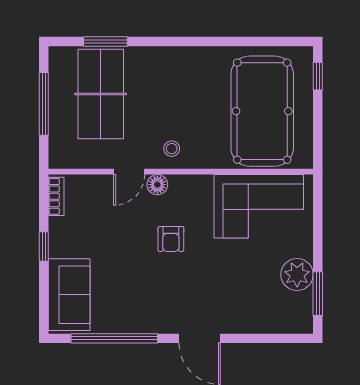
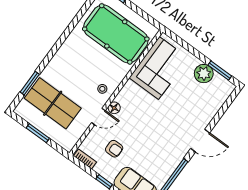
window: (44, 104) -> (38, 133), width x0.69
door: (129, 172) -> (98, 117), hinge flipped
armchair: (171, 239) -> (114, 149), moved

